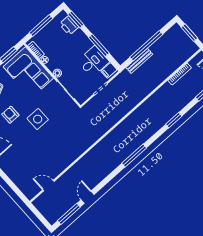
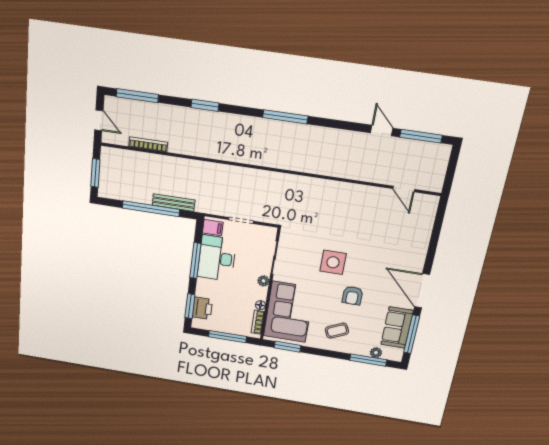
desk: (93, 61) -> (217, 258), width x1.37
door: (88, 197) -> (382, 131), swing flipped

